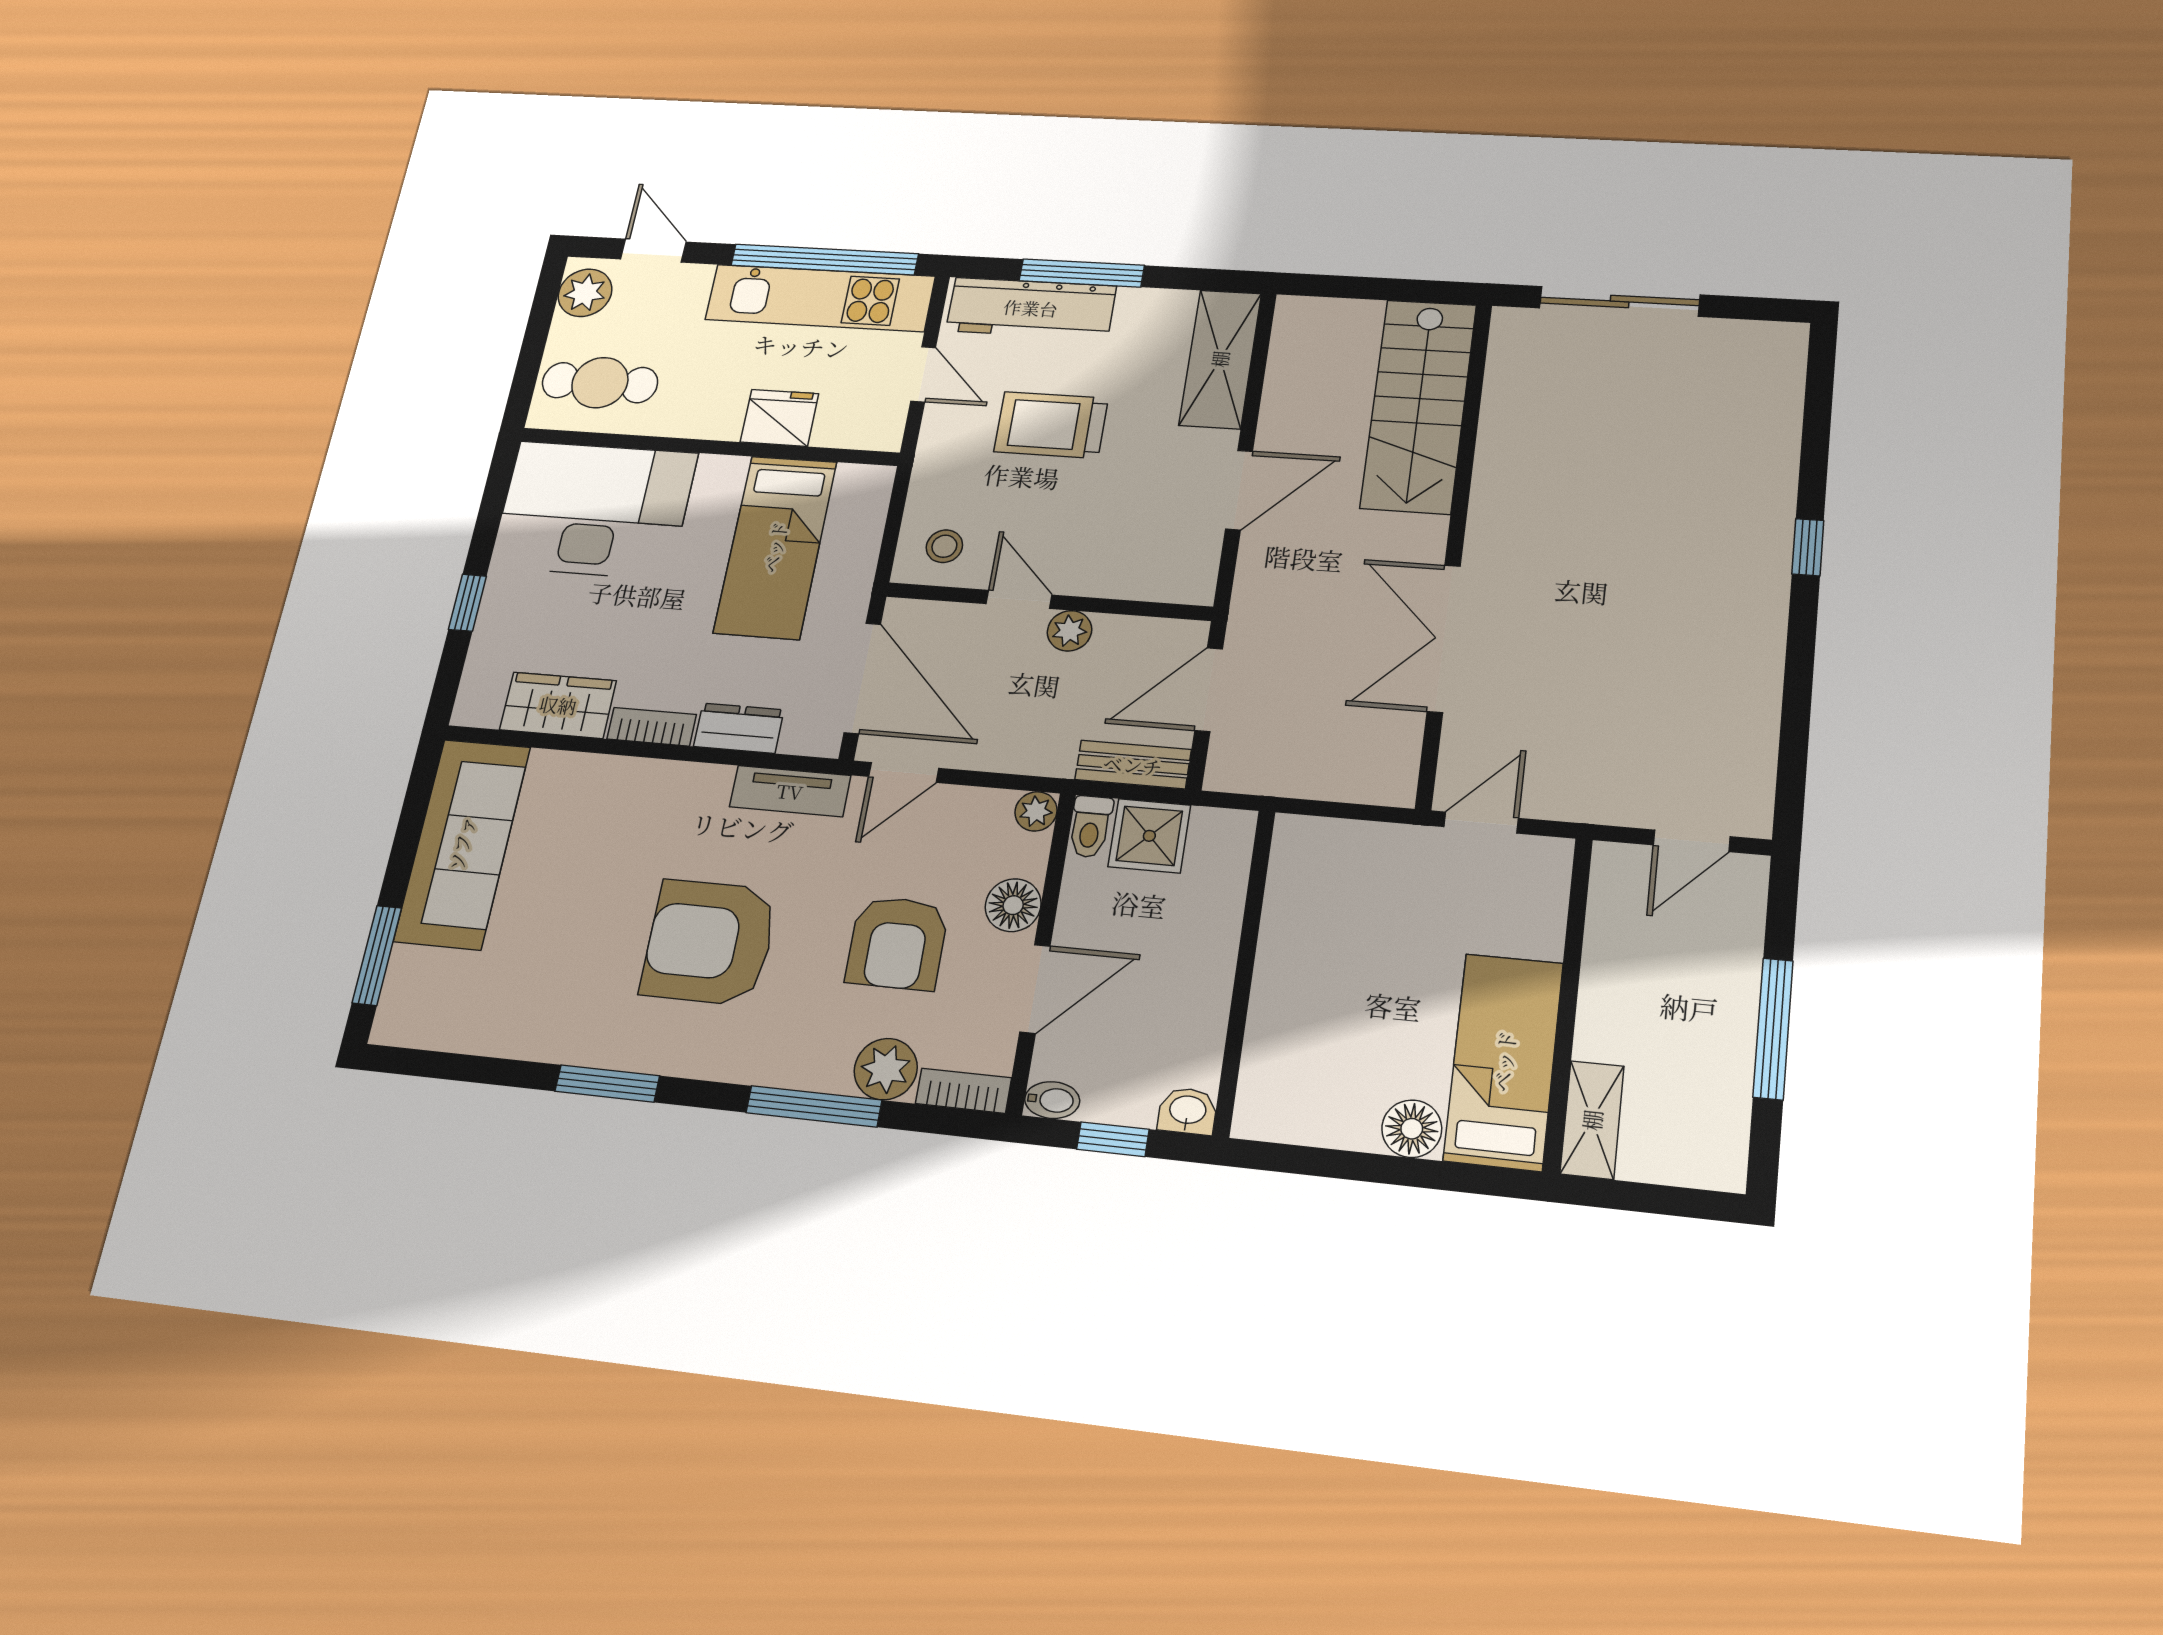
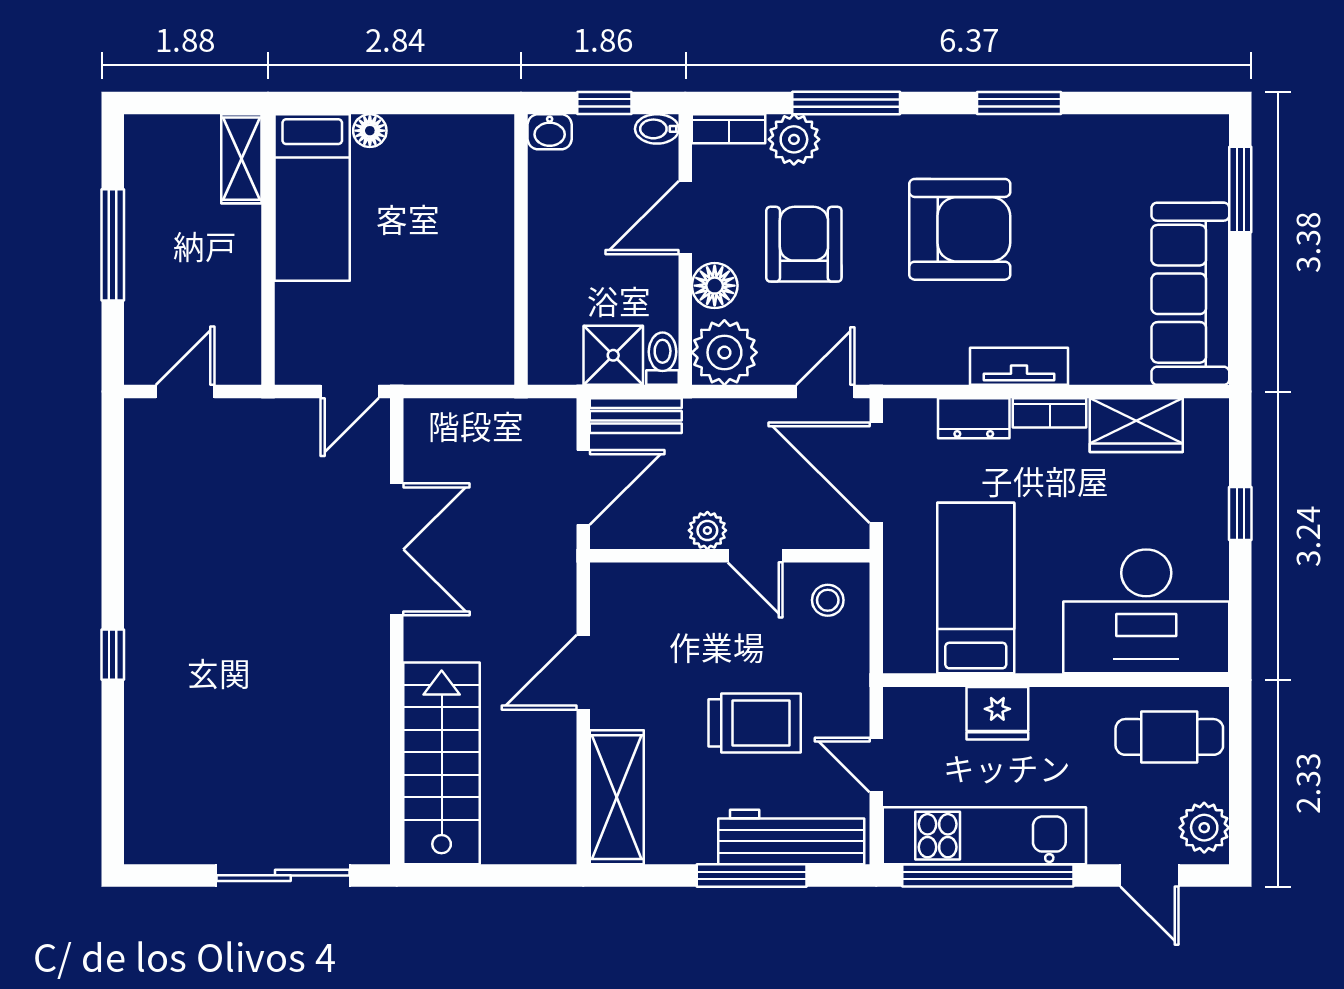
tv unit: (790, 791) -> (1019, 366), moved
plant: (1036, 811) -> (724, 352), width x1.87, depth x1.87
floor lamp: (1412, 1129) -> (370, 131), width x0.73, depth x0.73

